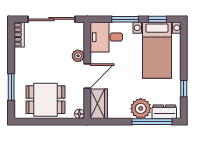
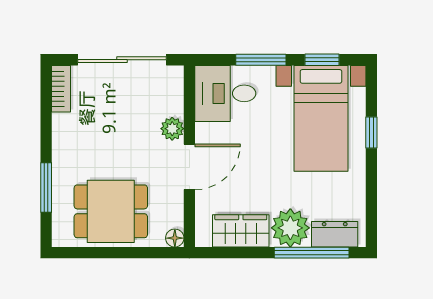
window: (184, 89) -> (371, 133), moved
wardrobe: (99, 104) -> (241, 231), moved, turned -90

